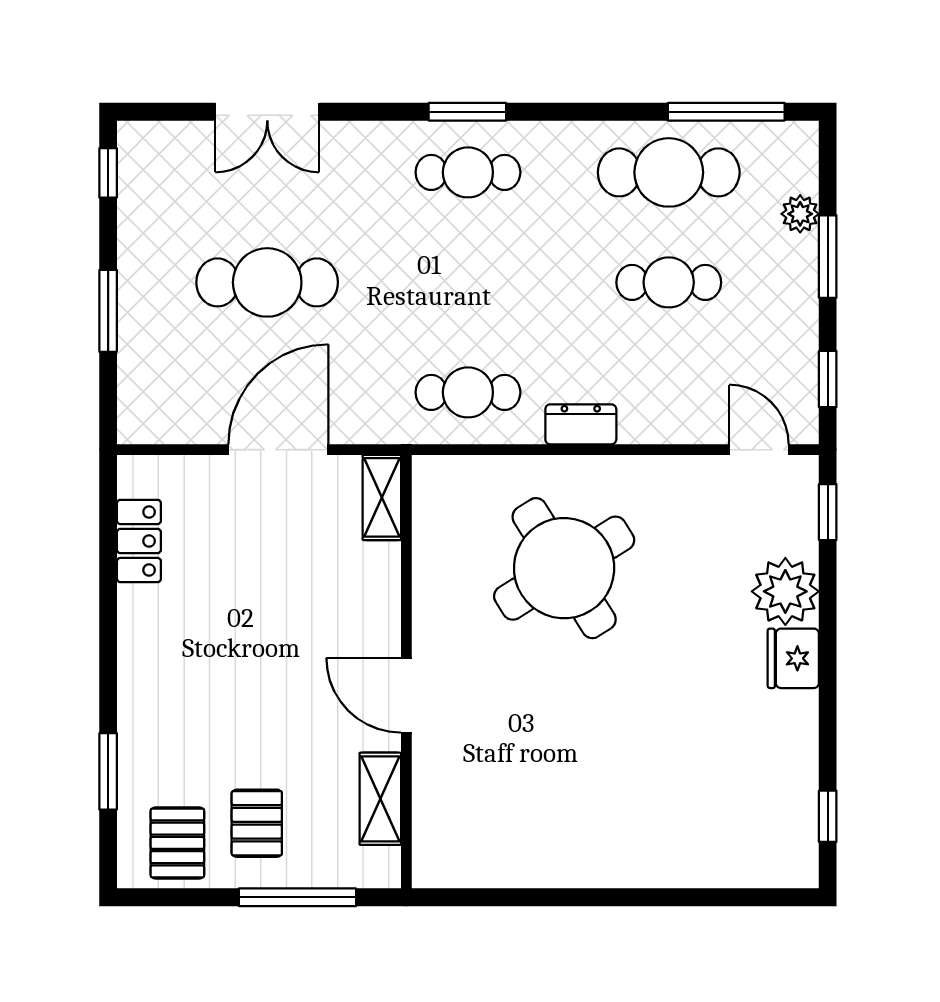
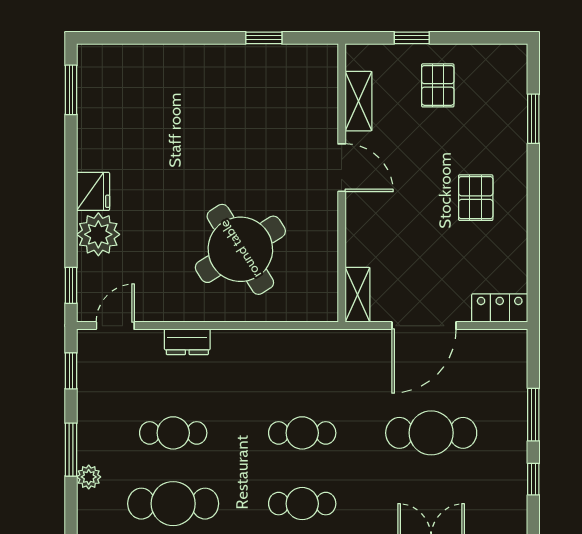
window: (108, 173) -> (533, 479), moved
cafe table: (468, 392) -> (302, 433), moved
dresser: (581, 424) -> (187, 342), moved
door: (759, 450) -> (115, 326), swing flipped
locker: (139, 541) -> (500, 308), moved, turned 90
window: (828, 816) -> (71, 90), width x1.50
pallet: (177, 843) -> (476, 198), moved
window: (297, 897) -> (412, 38), width x0.46
window: (528, 897) -> (264, 38), added

